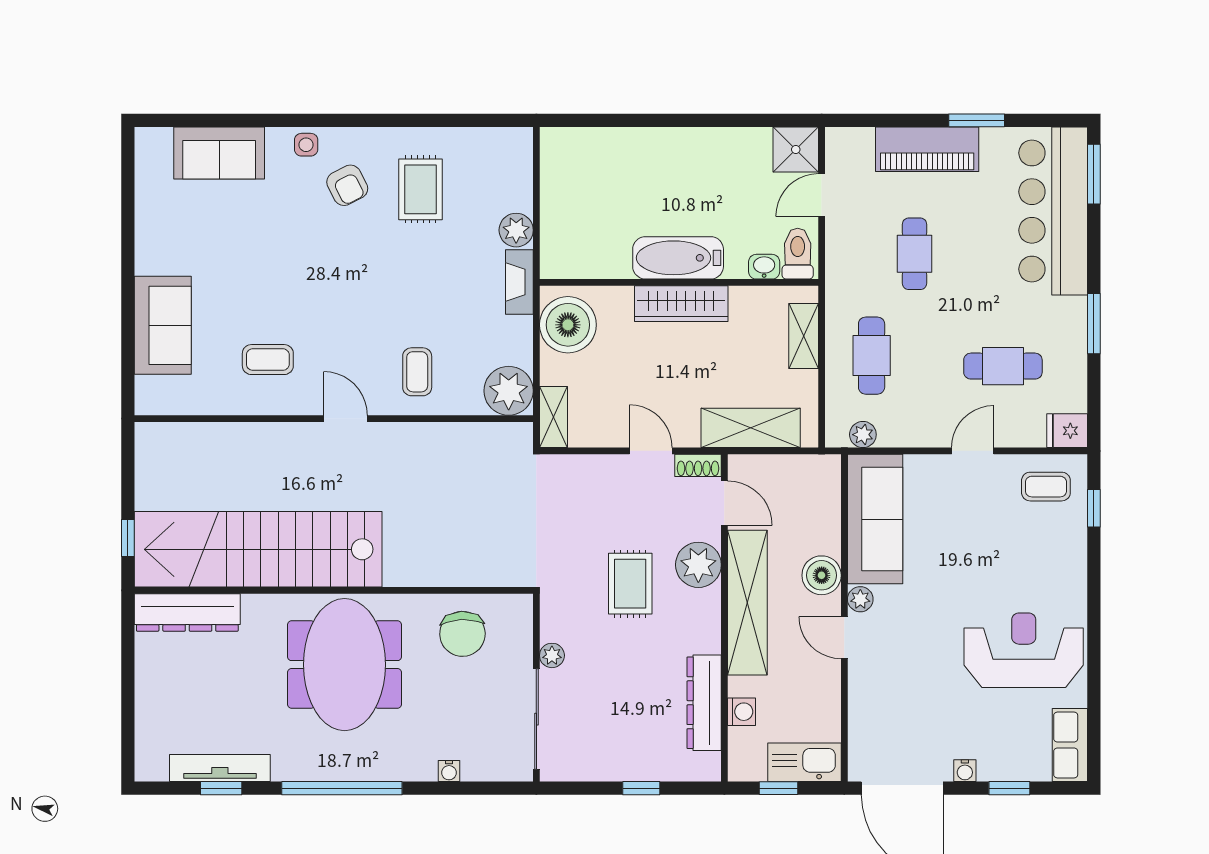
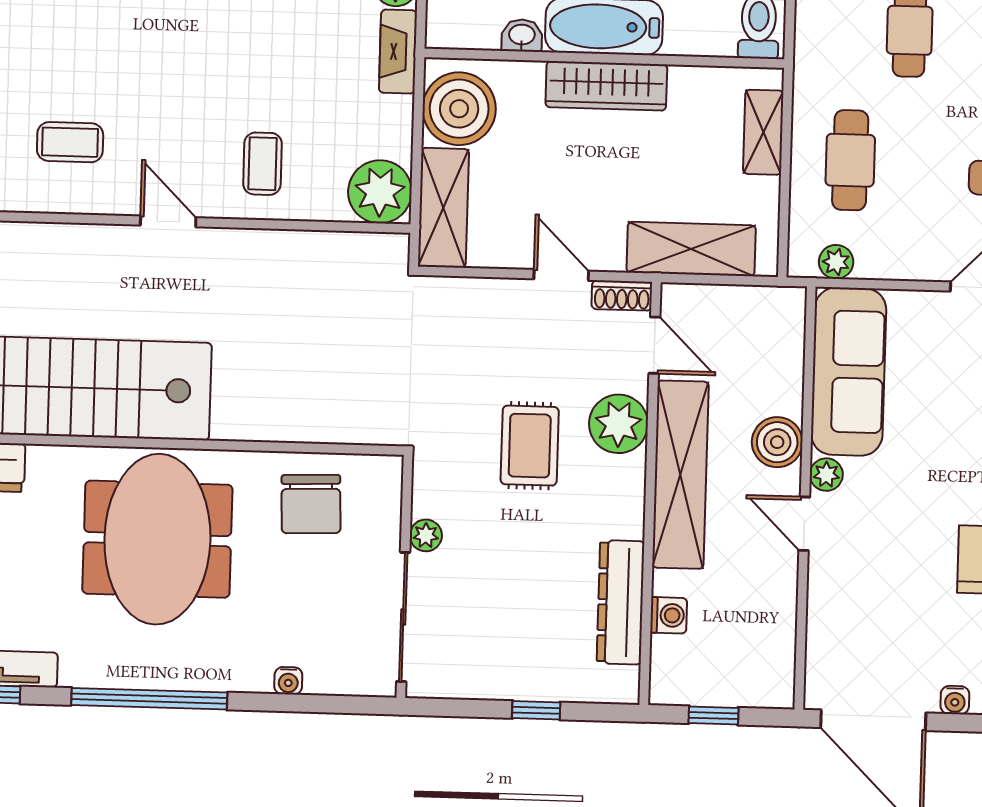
washbasin: (764, 267) -> (522, 36), moved
shelving: (553, 417) -> (443, 208), width x1.50, depth x1.33
kitchen sink: (804, 762) -> (748, 683), removed

